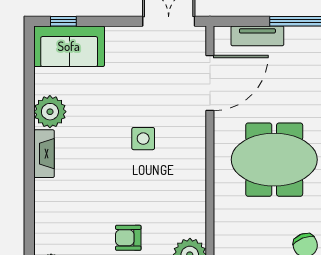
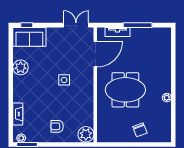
fireplace: (44, 154) -> (18, 114), moved

